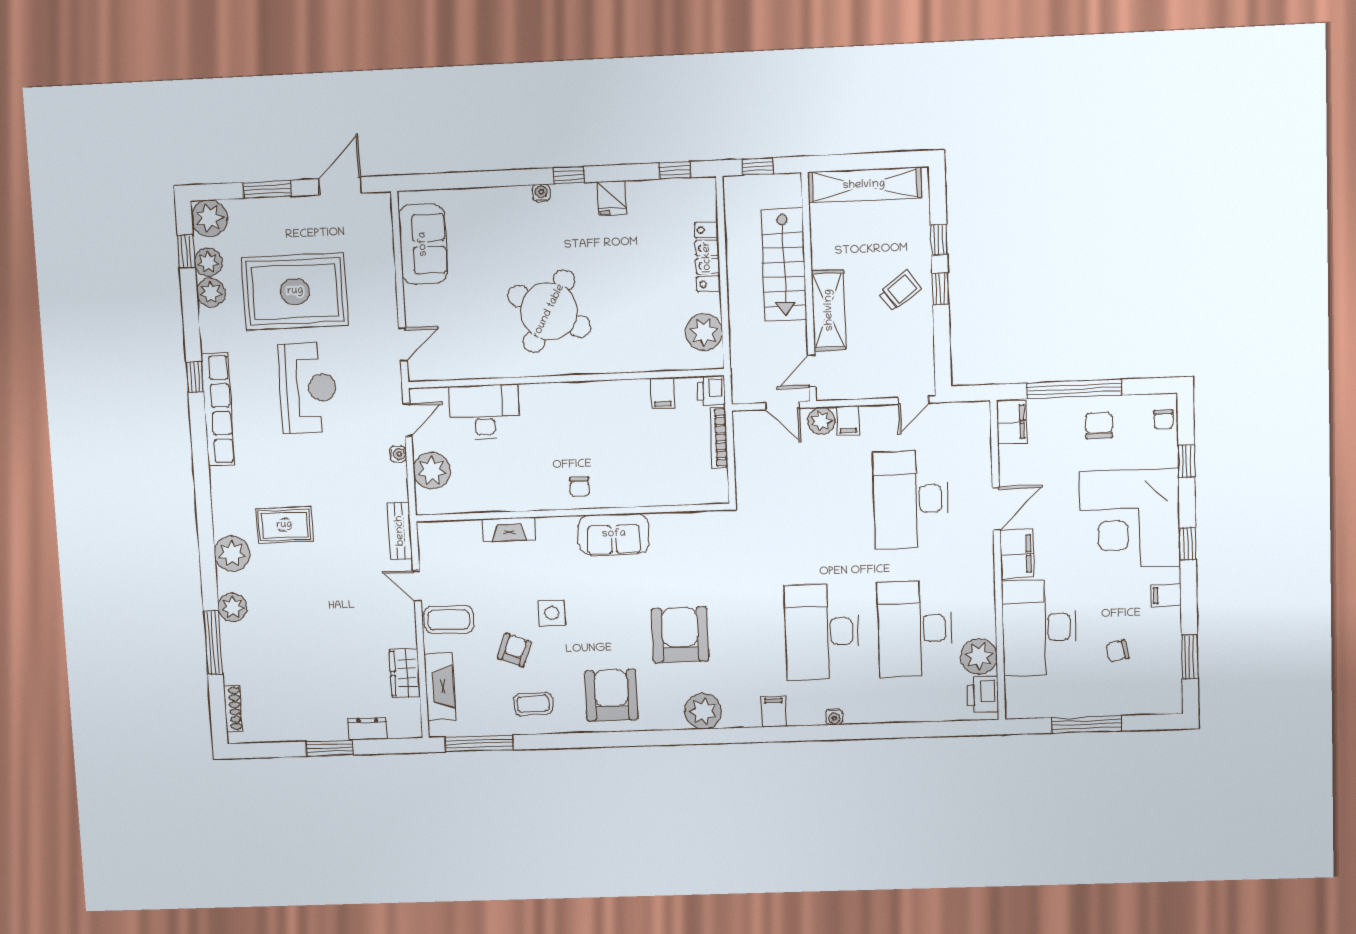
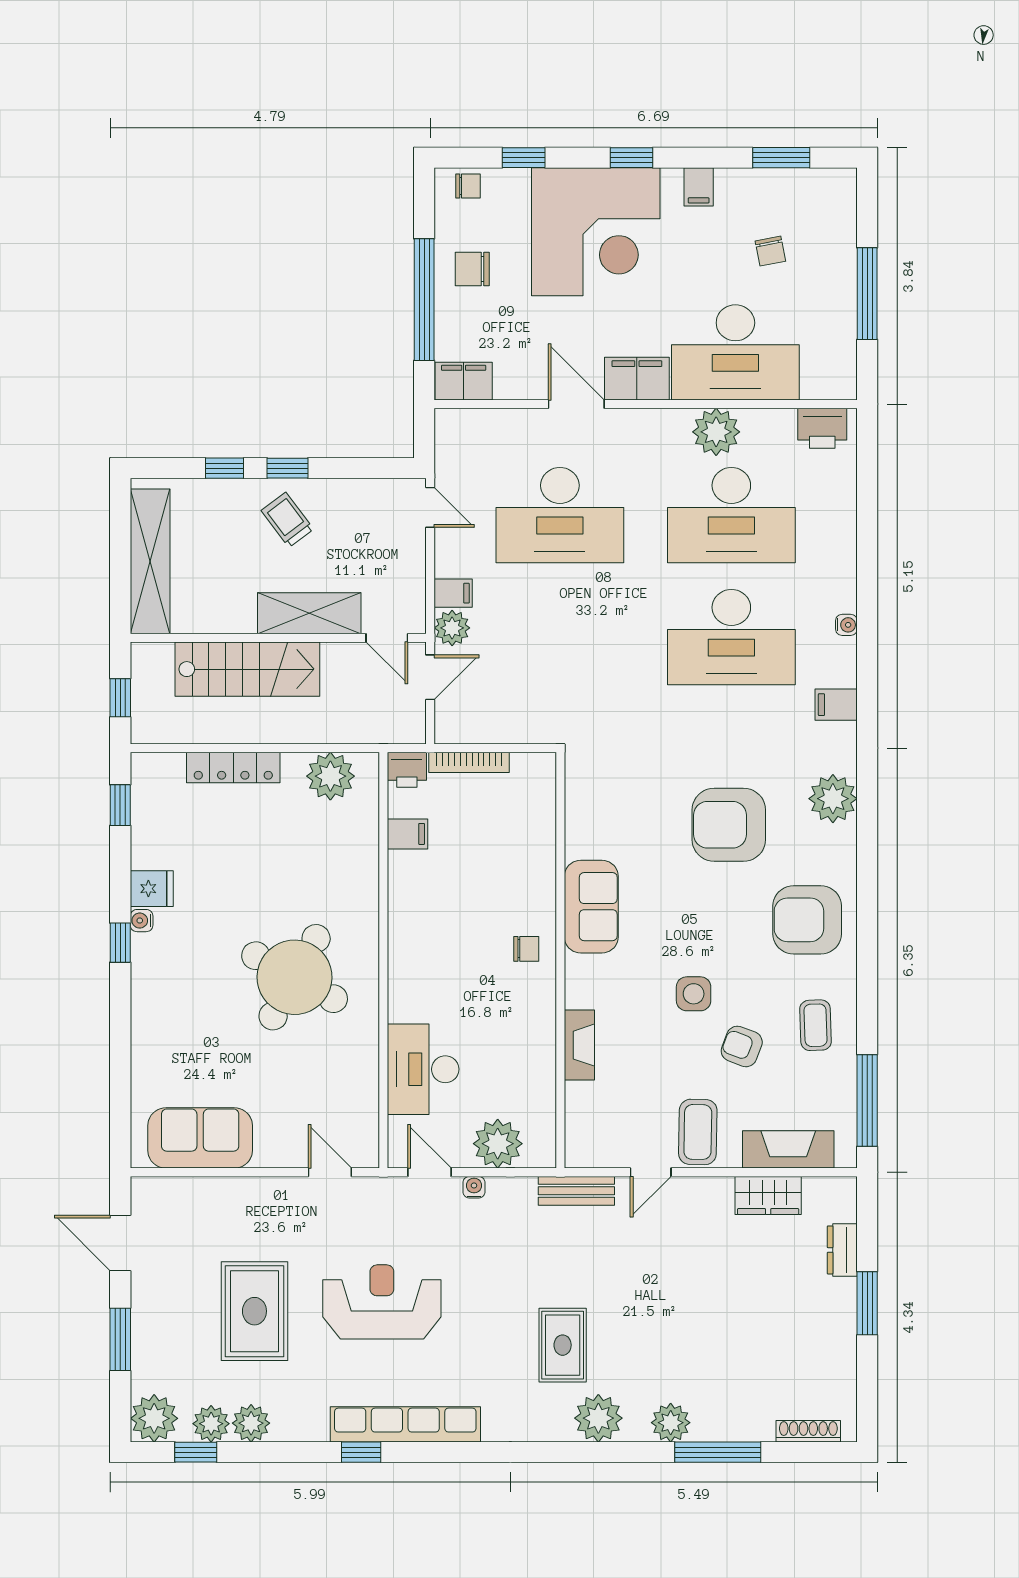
water cooler: (541, 193) -> (142, 921), moved
rug: (295, 291) -> (254, 1311), width x0.73, depth x0.69
plant: (979, 656) -> (716, 432), moved

